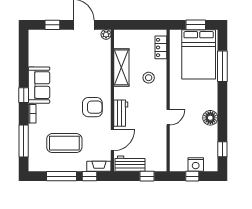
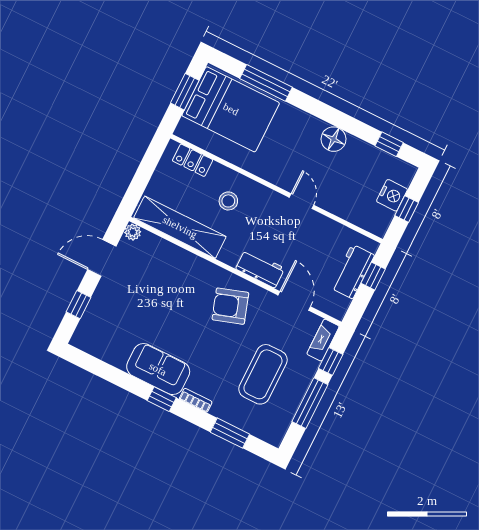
shelving: (121, 67) -> (180, 227), width x1.47
armchair: (92, 107) -> (230, 306), turned -108
window: (24, 141) -> (230, 433), width x0.69
workbench: (130, 164) -> (352, 271), moved

